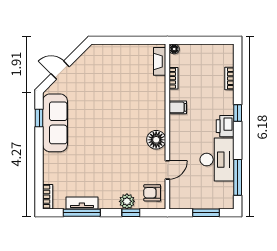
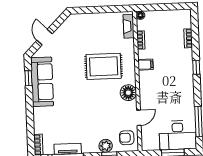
door: (60, 70) -> (45, 37), hinge flipped
rug: (128, 108) -> (104, 66), added
printer: (225, 126) -> (186, 79), removed
desk: (217, 160) -> (178, 135), moved, turned 90

